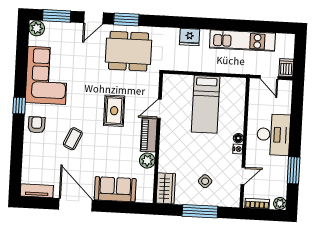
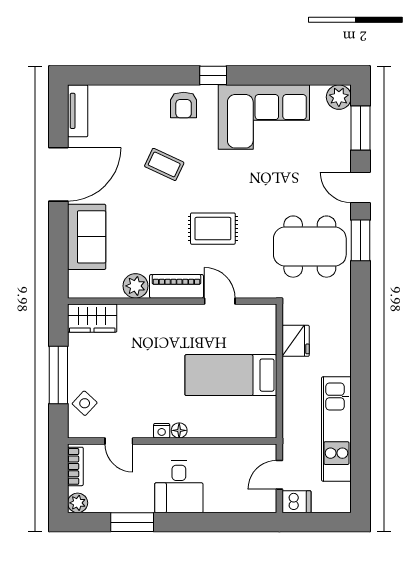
fridge: (190, 37) -> (296, 341), moved, turned 180
dining table: (128, 51) -> (310, 247), turned 90
armchair: (37, 125) -> (184, 105), turned 90
desk: (274, 135) -> (179, 487), width x0.73
side table: (205, 181) -> (85, 403), moved

